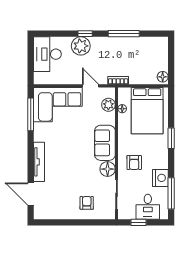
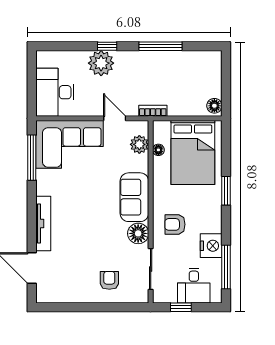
desk: (47, 54) -> (55, 92), moved
armchair: (134, 162) -> (175, 224), turned 90

